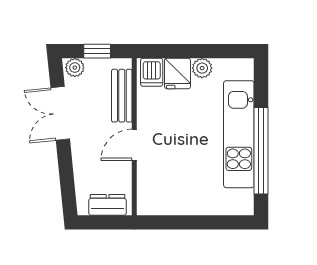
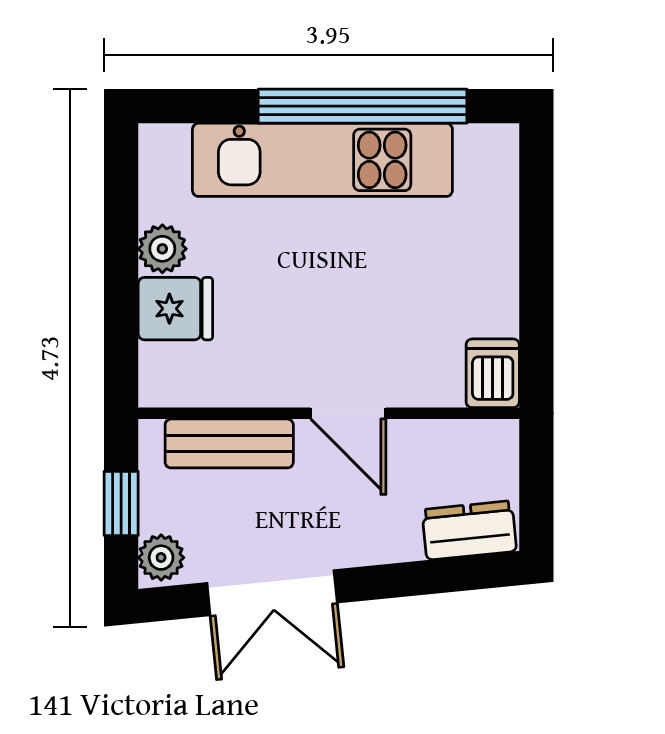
dishwasher: (152, 72) -> (493, 373), moved, turned -90
dresser: (108, 205) -> (469, 530), moved, turned 84

